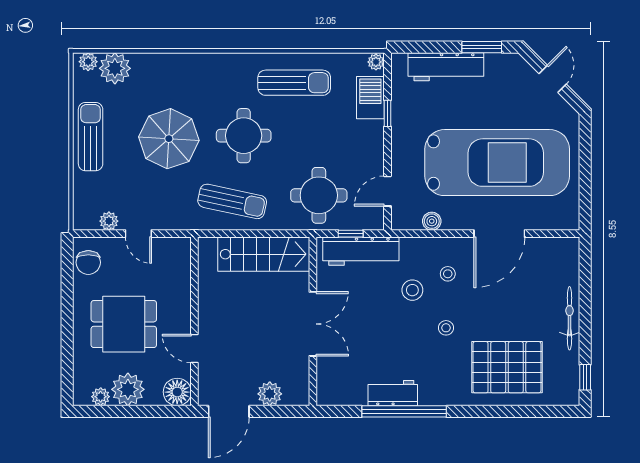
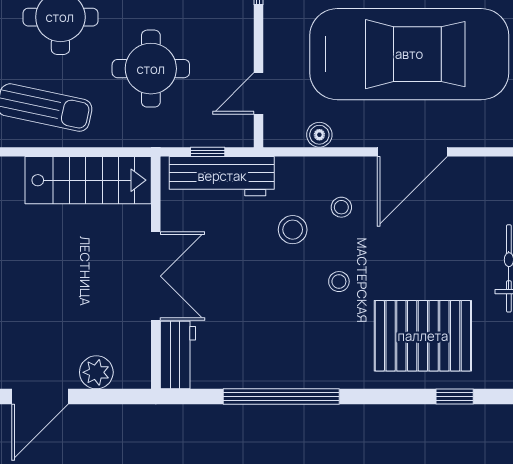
round table: (319, 195) -> (151, 69), moved
workbench: (393, 393) -> (178, 355), moved, turned 90
window: (530, 411) -> (455, 397), added

